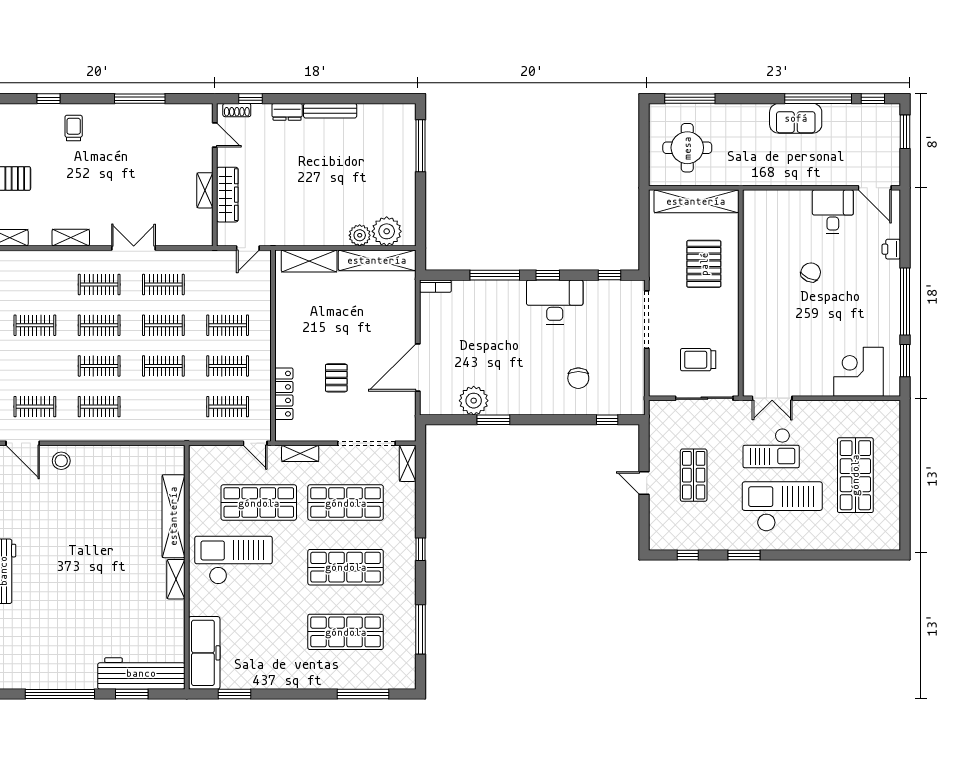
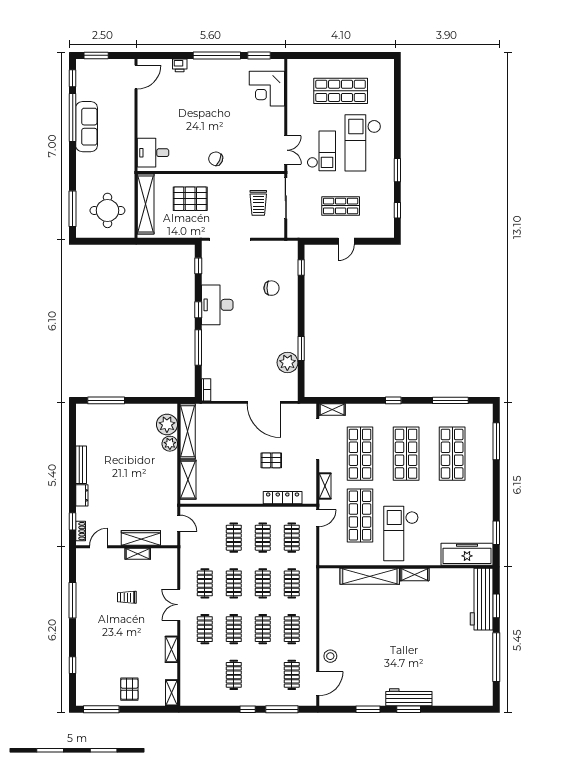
sofa: (796, 118) -> (87, 127), width x1.36
trolley: (74, 128) -> (127, 597), moved
desk: (833, 212) -> (153, 153), moved
chair: (811, 272) -> (216, 159), moved
clothes rail: (163, 407) -> (292, 583), added

